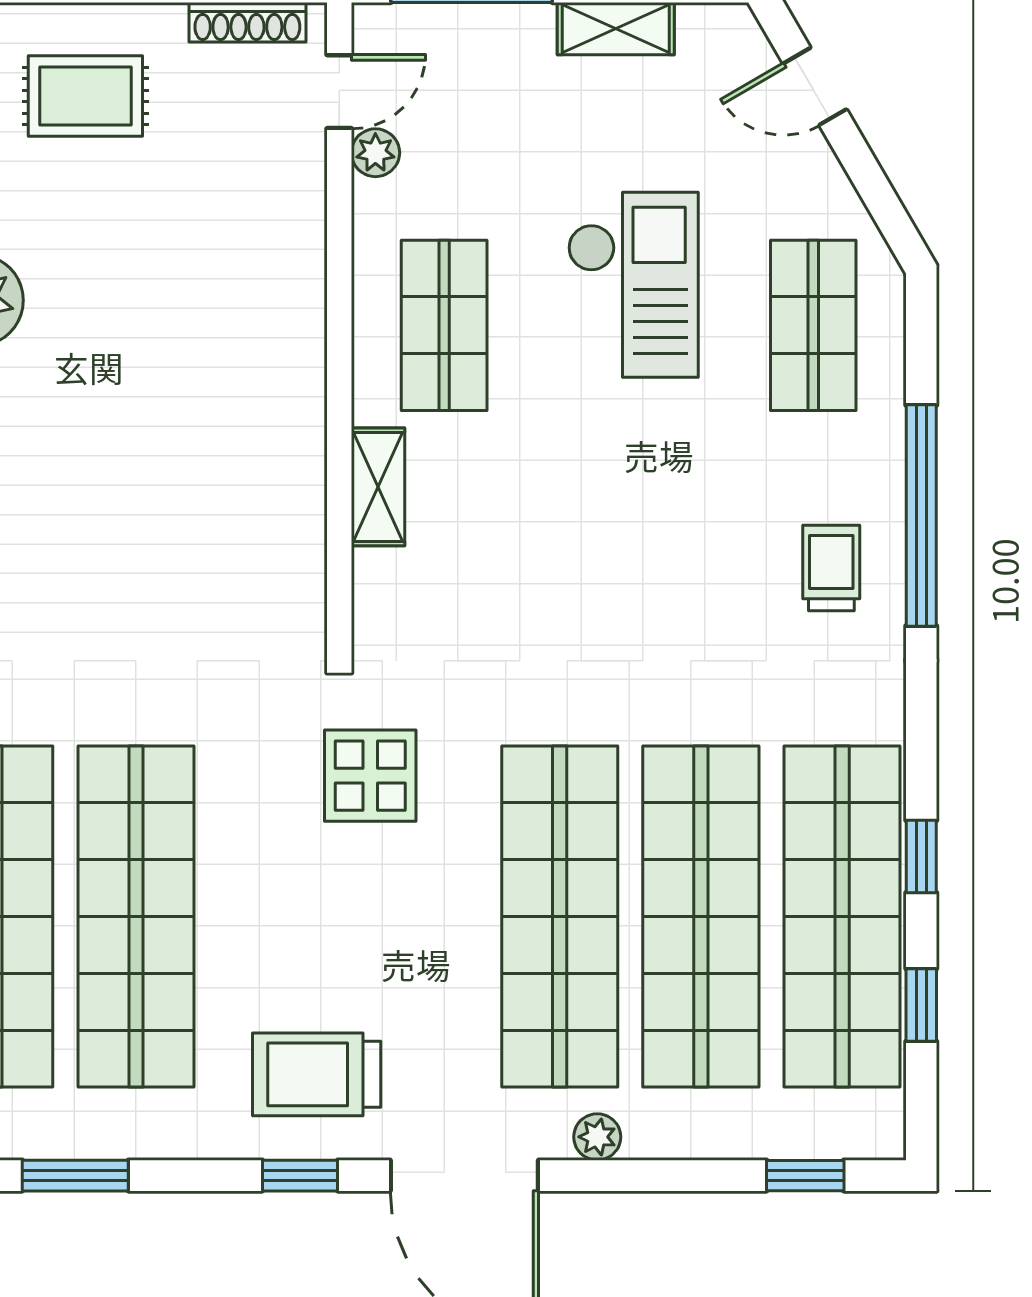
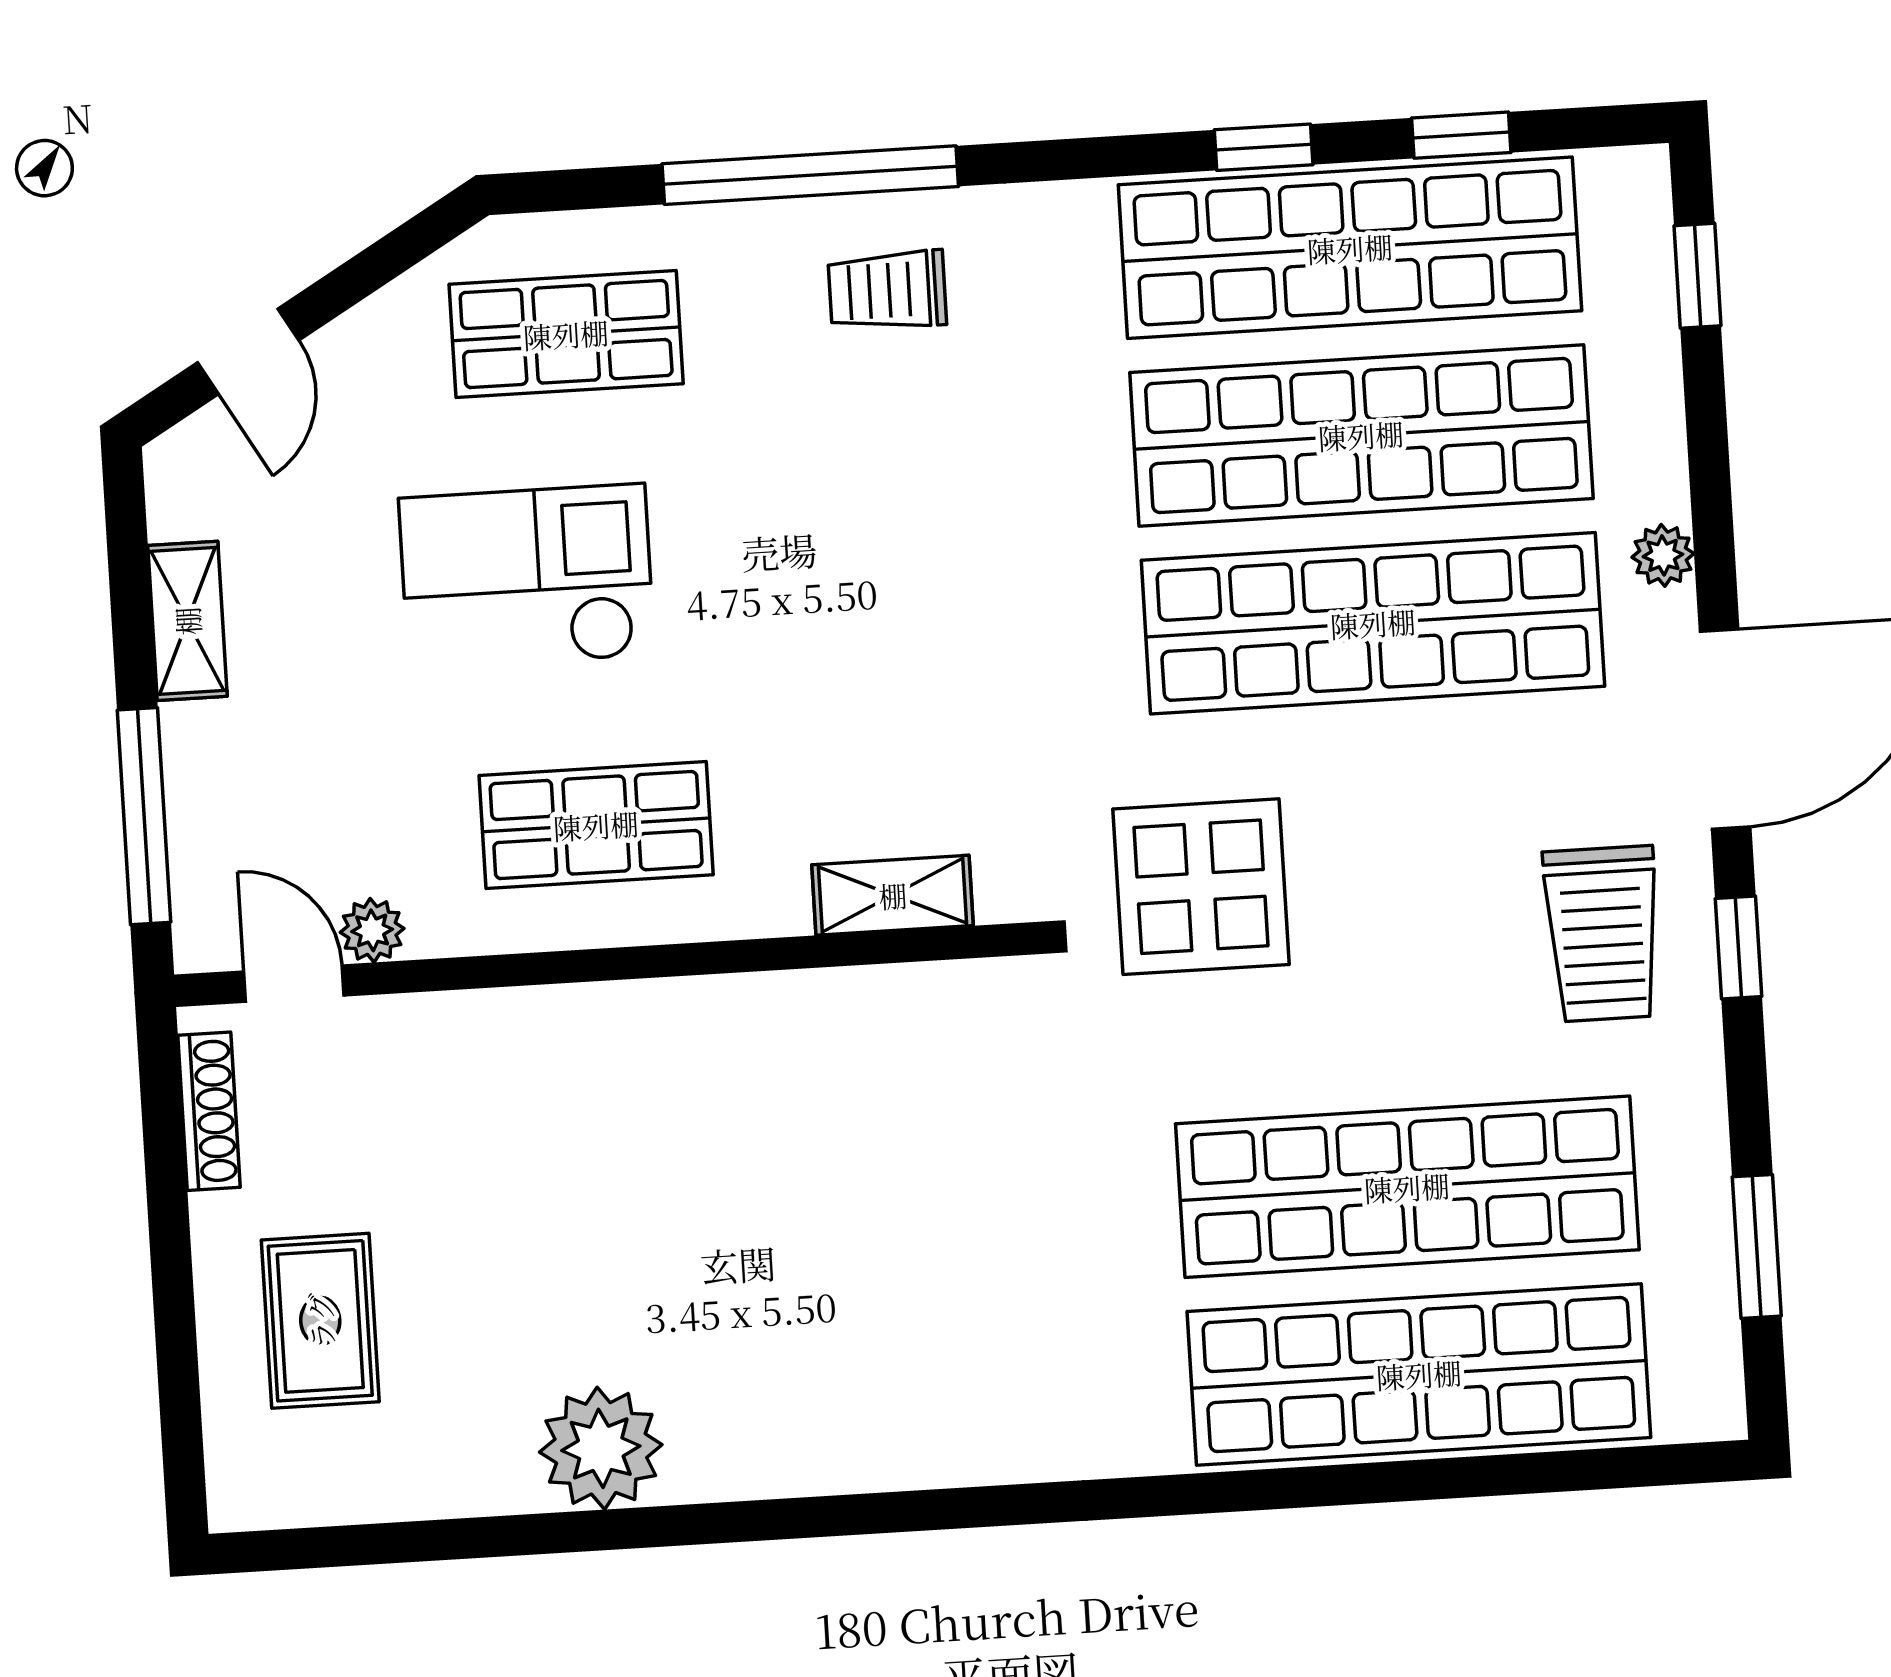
shelving: (378, 487) -> (893, 895), moved
display table: (370, 776) -> (1201, 887), width x1.36, depth x1.36

